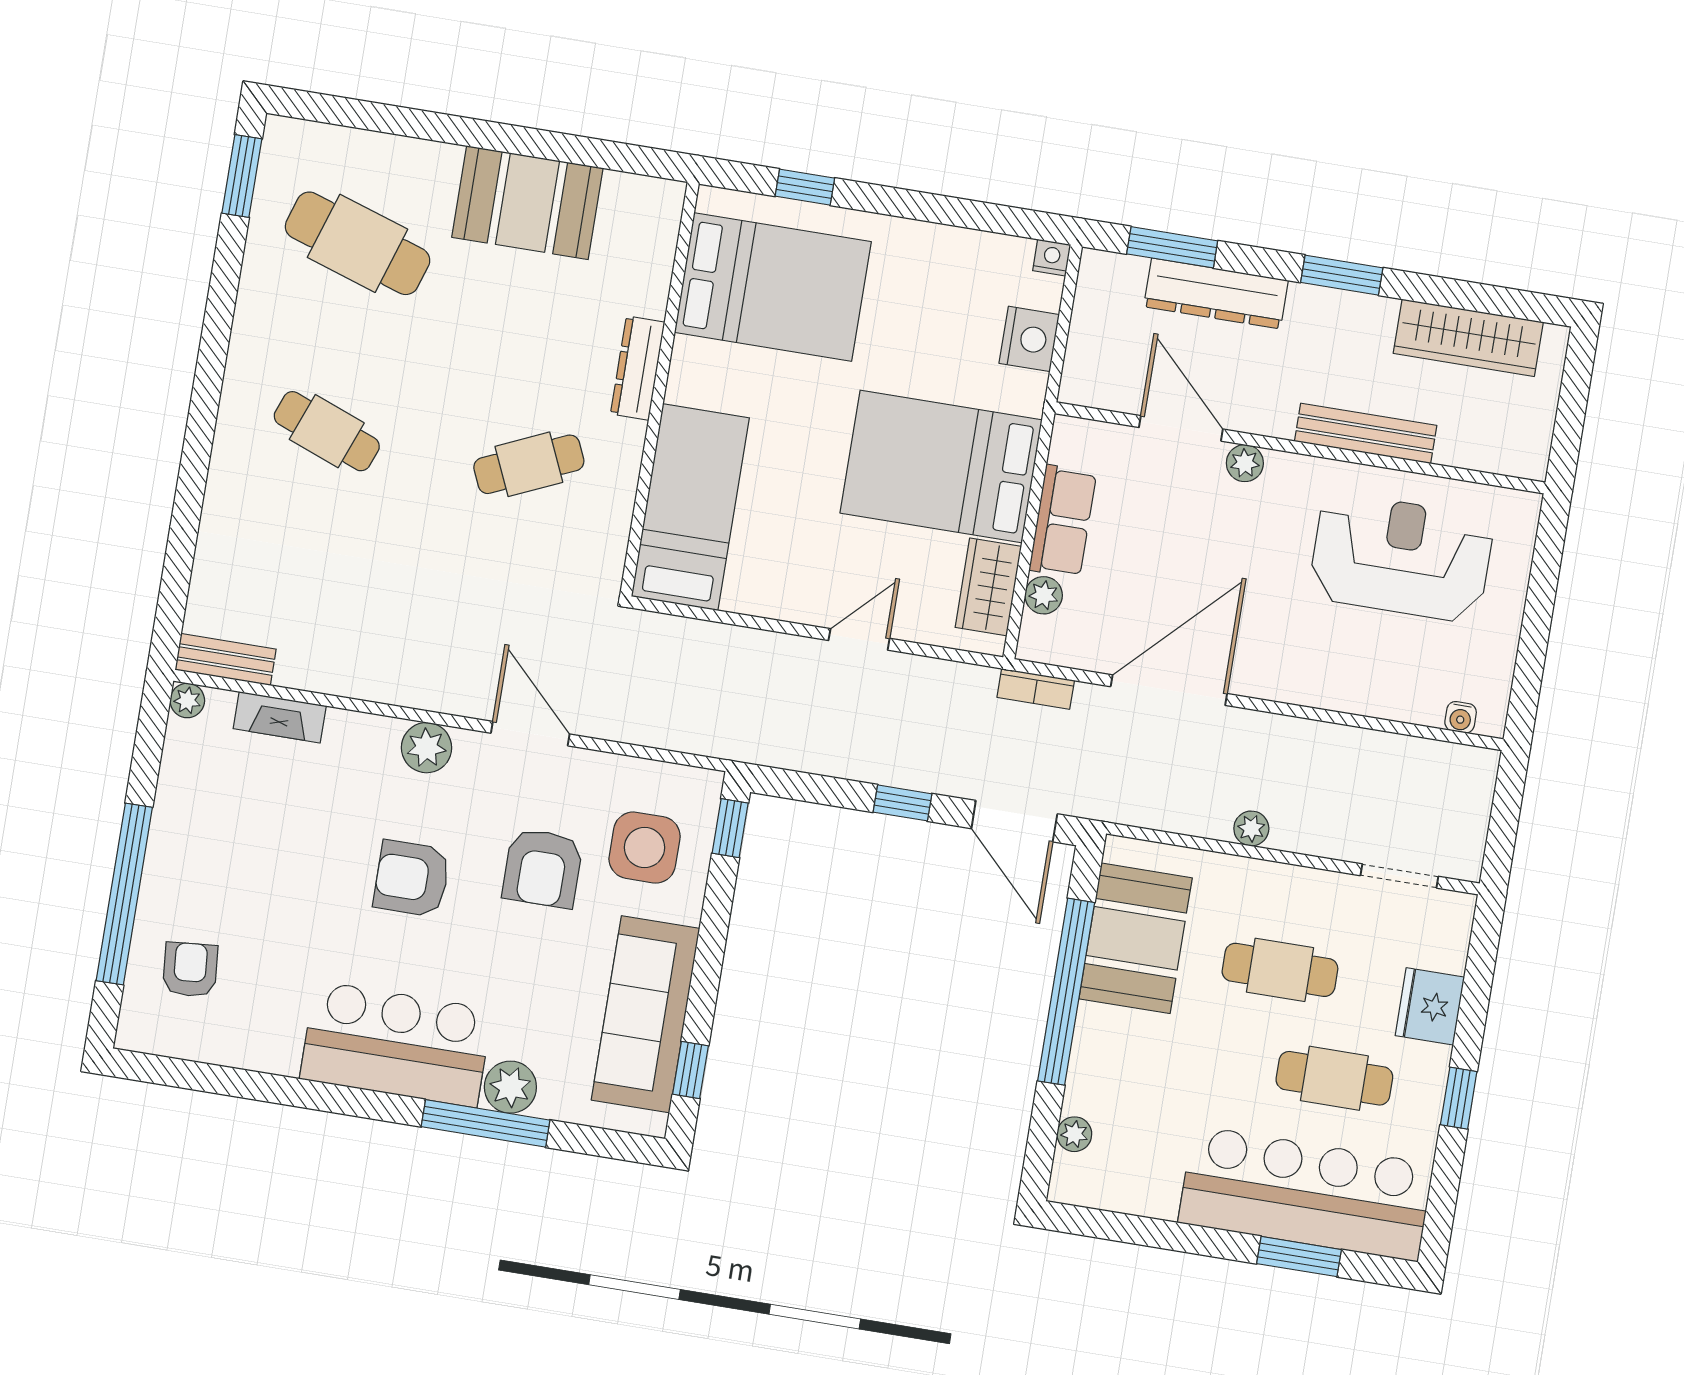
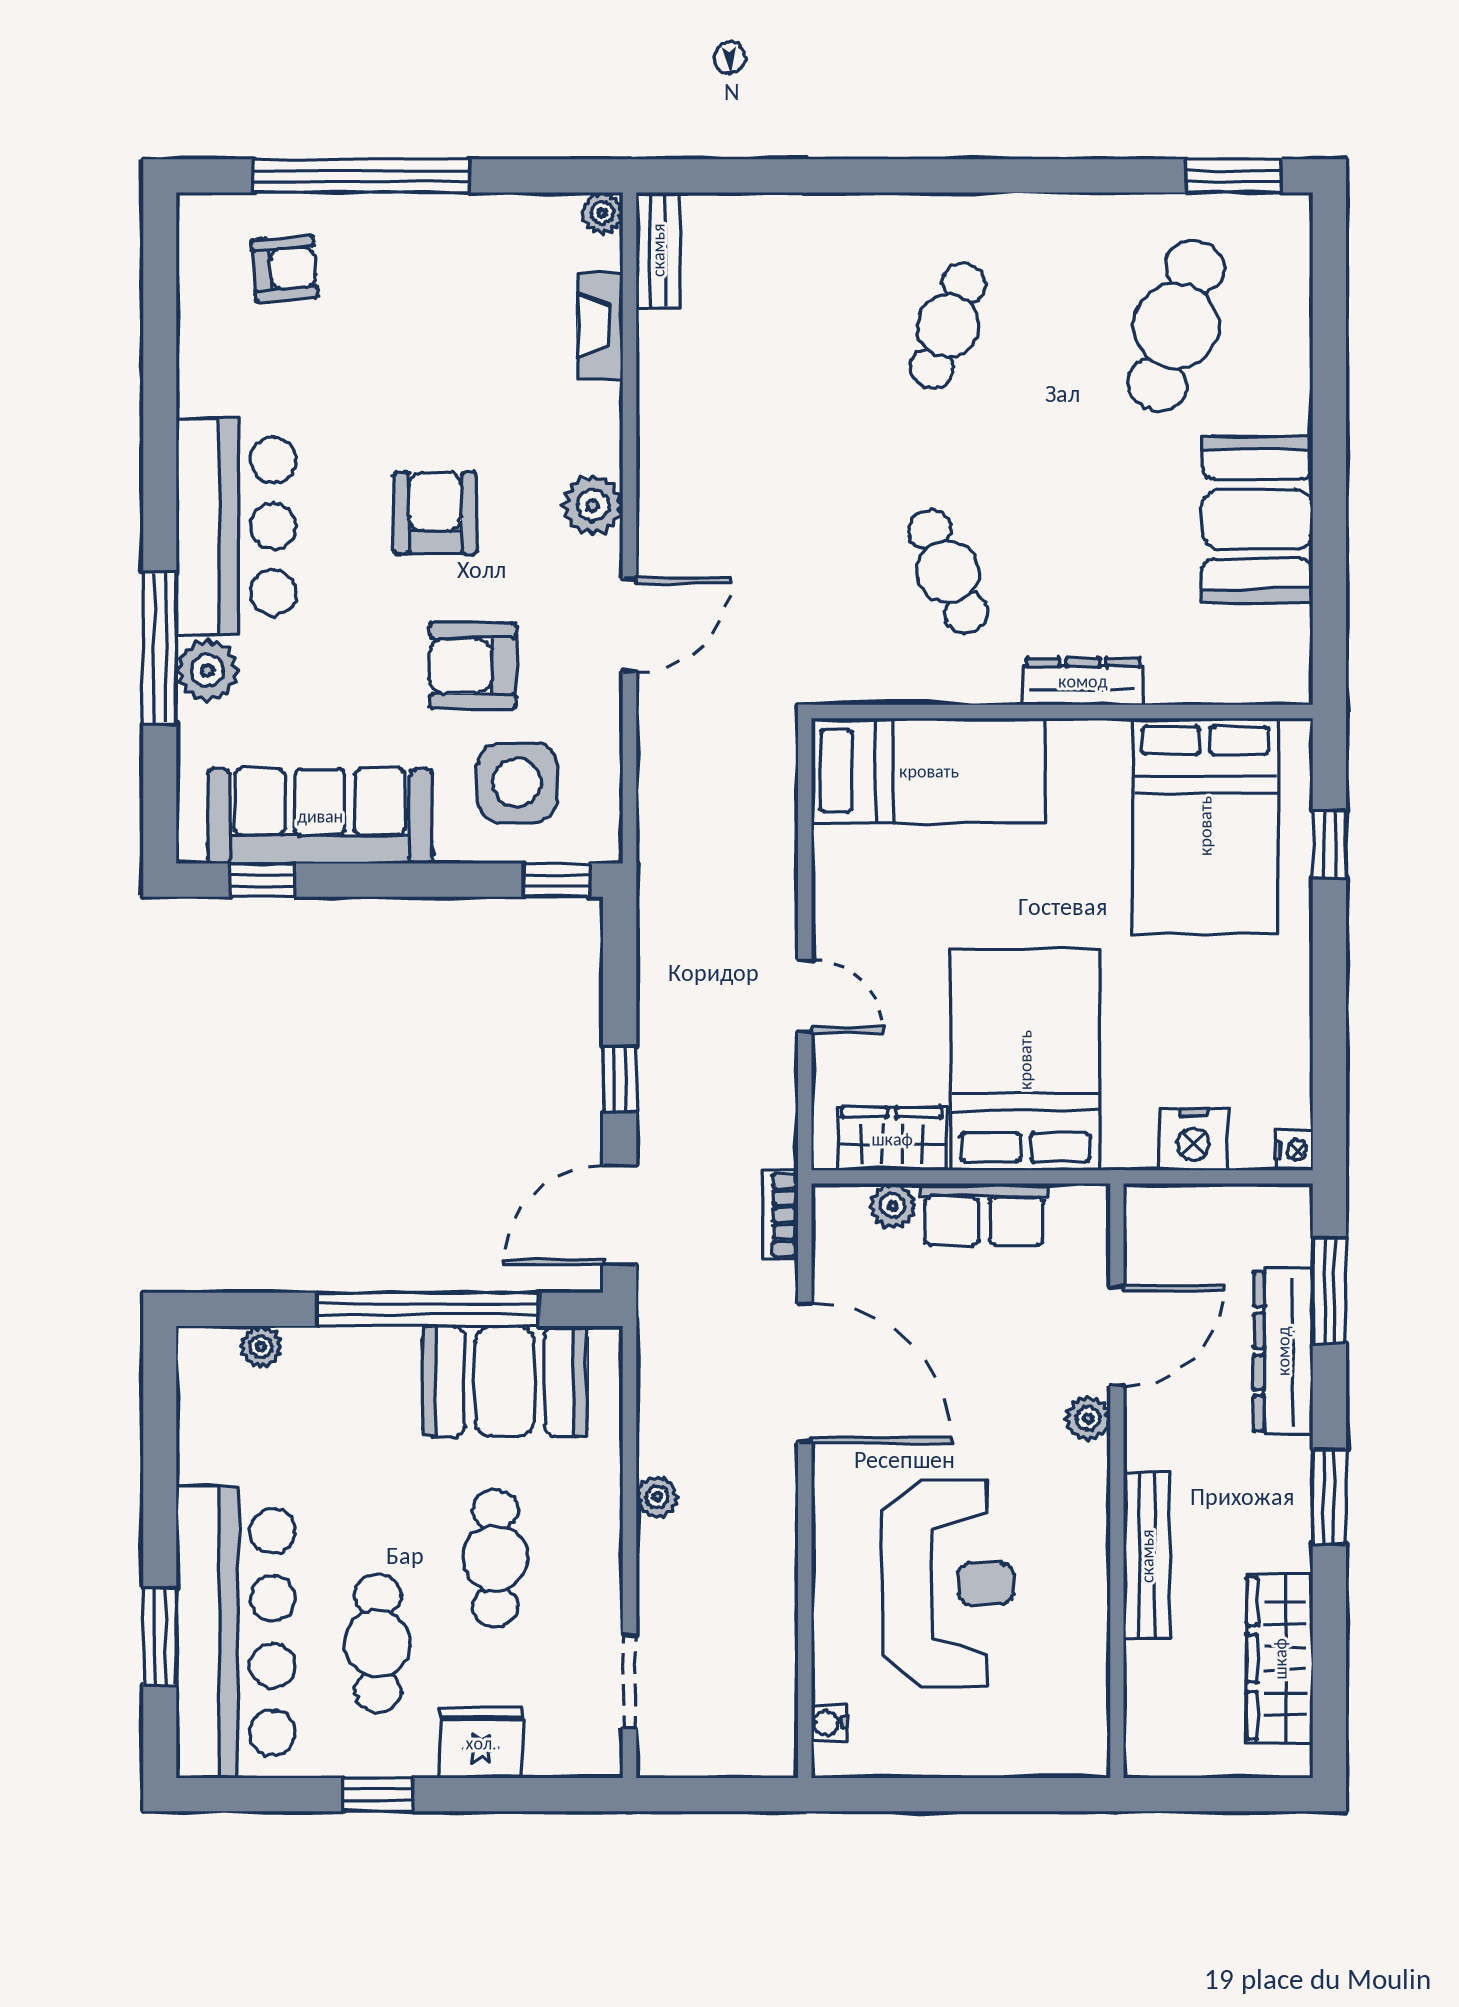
reception desk: (1401, 557) -> (948, 1584), moved

